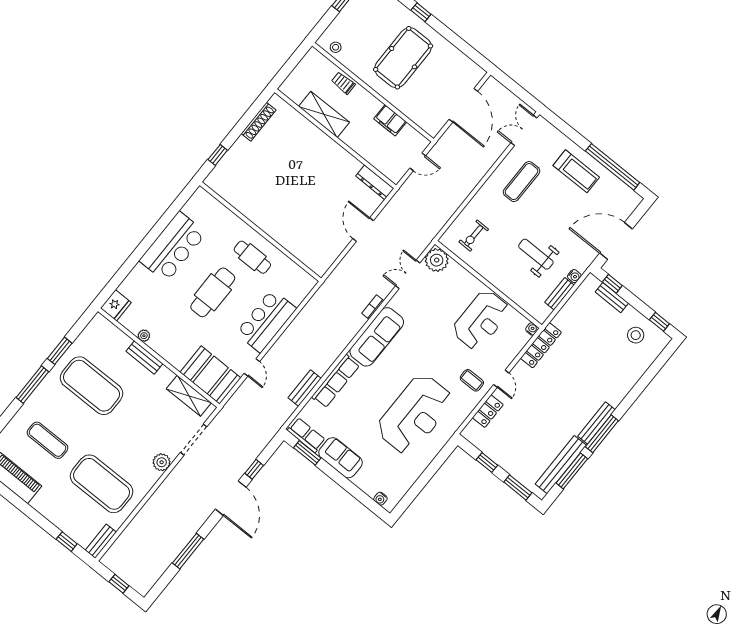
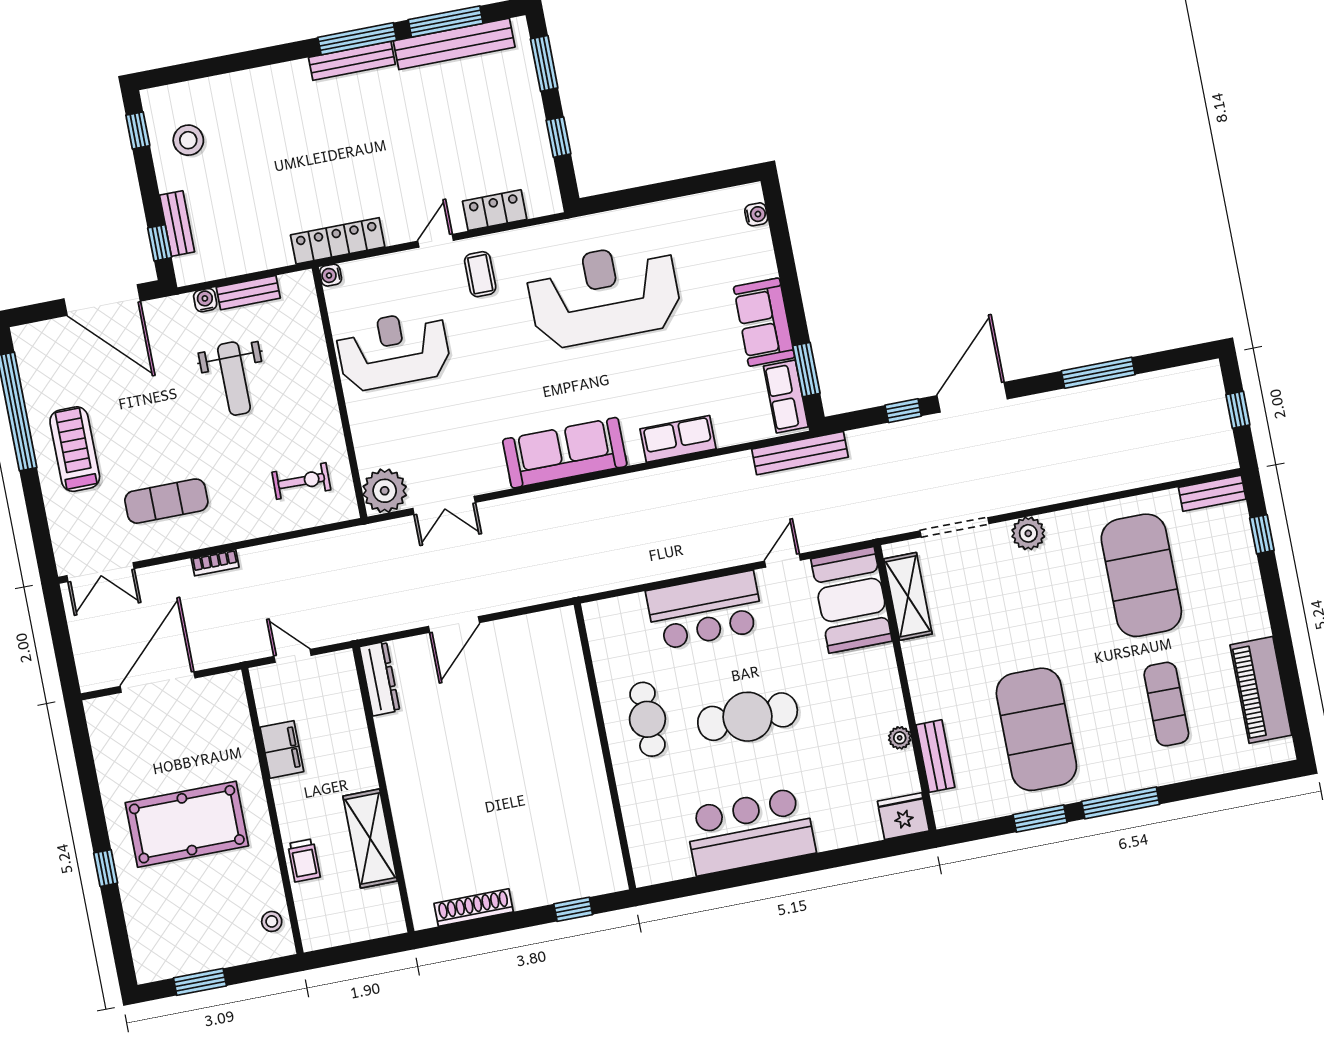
bookcase: (373, 307) -> (215, 563), moved
bench: (144, 357) -> (935, 756), moved
row of seats: (336, 381) -> (678, 439), width x0.68
bench: (305, 388) -> (800, 453), moved, width x1.36

